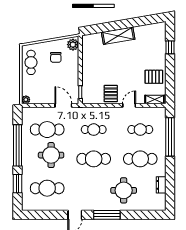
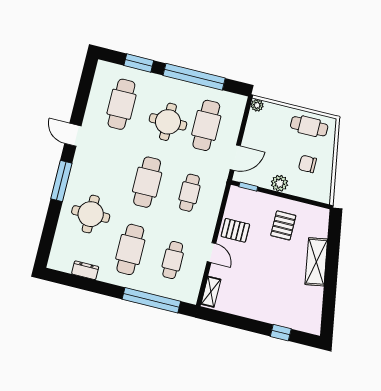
plant: (73, 45) -> (280, 183), moved
pallet: (154, 77) -> (283, 225), moved

